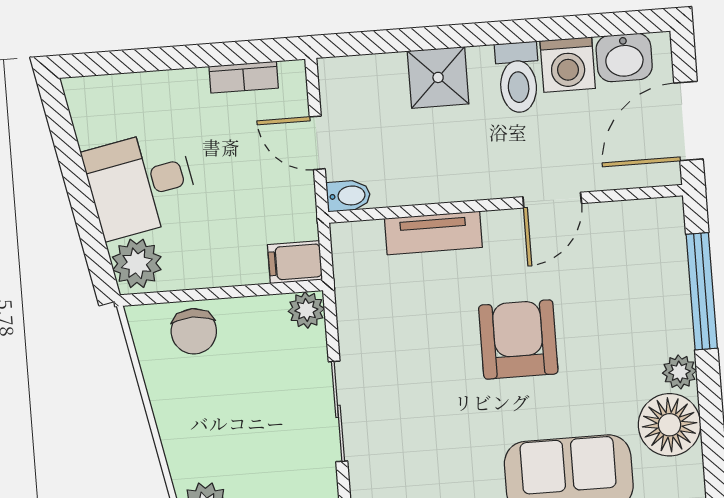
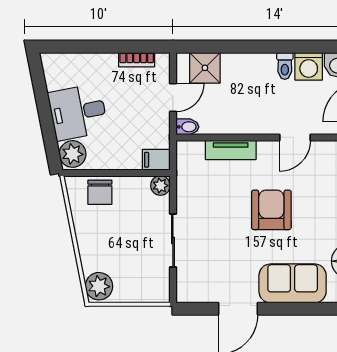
shower: (438, 77) -> (205, 68), moved
toilet: (518, 77) -> (285, 66), width x0.73, depth x0.72
door: (317, 143) -> (173, 98), swing flipped

